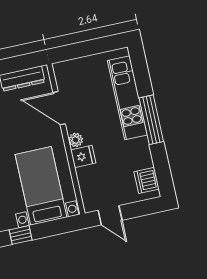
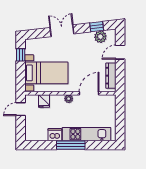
fridge: (83, 156) -> (44, 101), moved
dishwasher: (147, 180) -> (55, 135), moved

